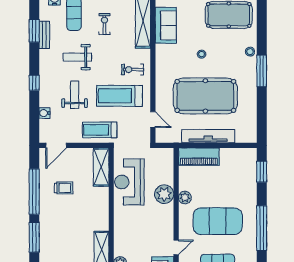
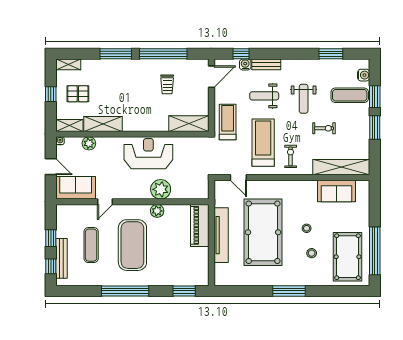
exercise bike: (104, 24) -> (324, 128), moved
bench: (44, 35) -> (266, 64), moved
stool: (250, 52) -> (312, 253), moved
weight bench: (77, 57) -> (304, 99), turned 180
window: (34, 83) -> (241, 54), moved
weight bench: (75, 95) -> (264, 96), turned 180
door: (153, 120) -> (238, 177), hinge flipped
door: (56, 145) -> (211, 77), swing flipped
reception desk: (129, 182) -> (148, 154), moved
door: (176, 247) -> (105, 202), hinge flipped

